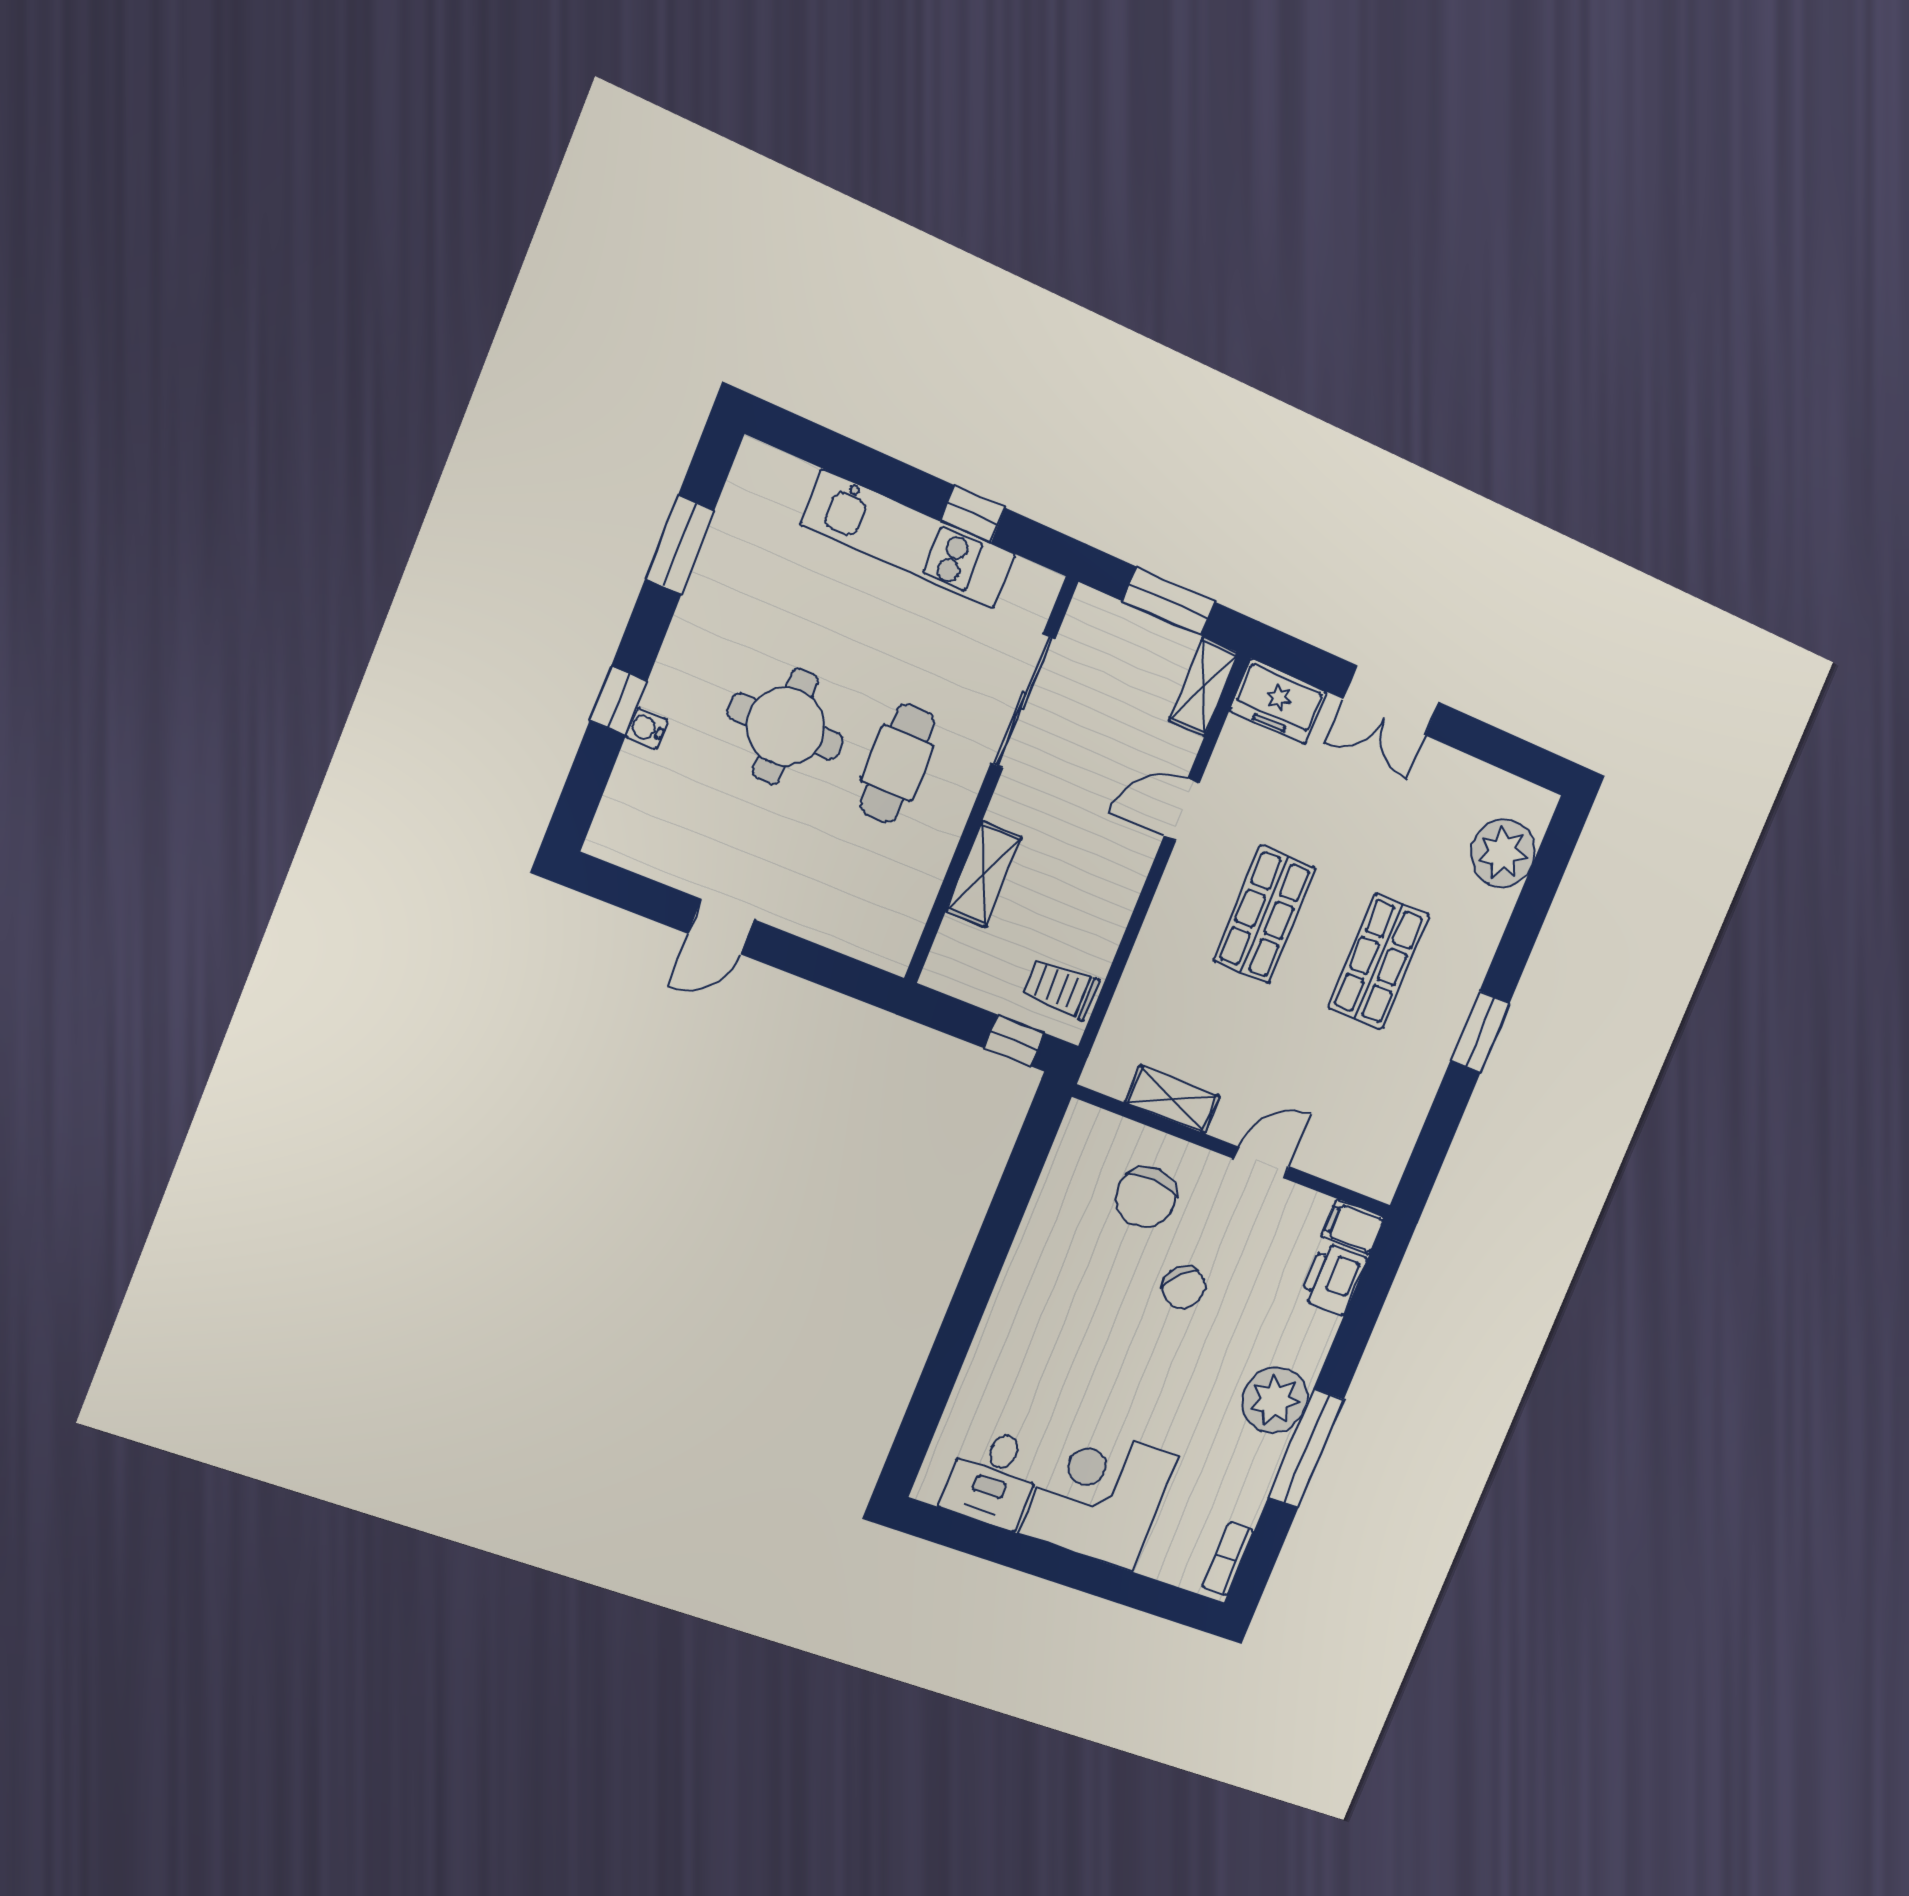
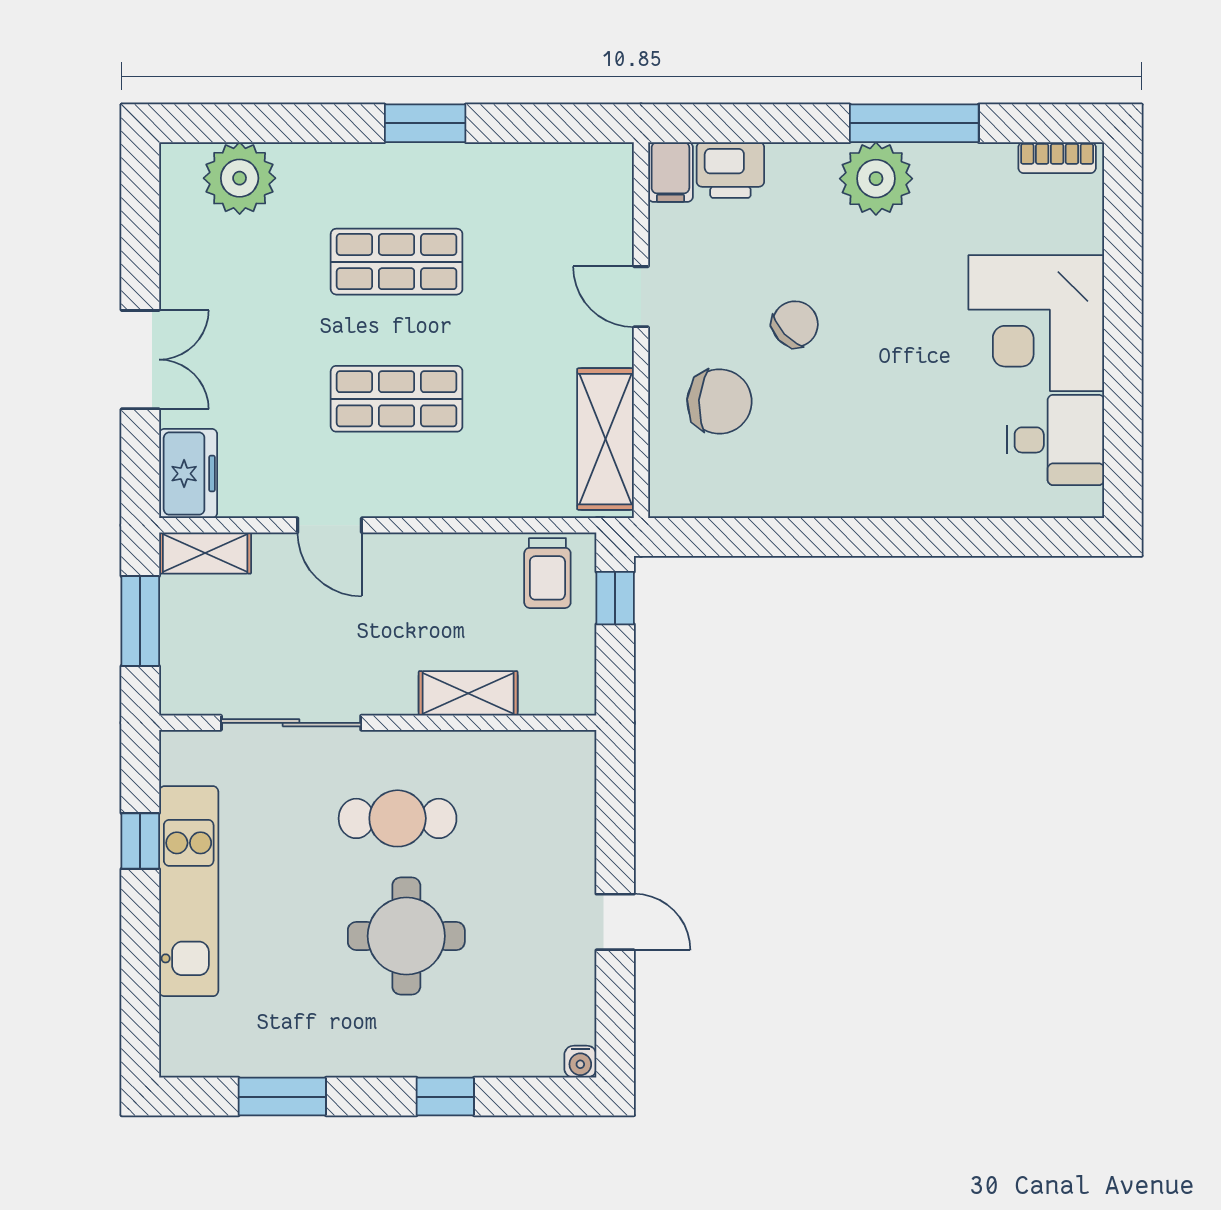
water cooler: (647, 728) -> (580, 1062), moved
shelving: (1172, 1099) -> (606, 439), width x1.50, depth x1.33

